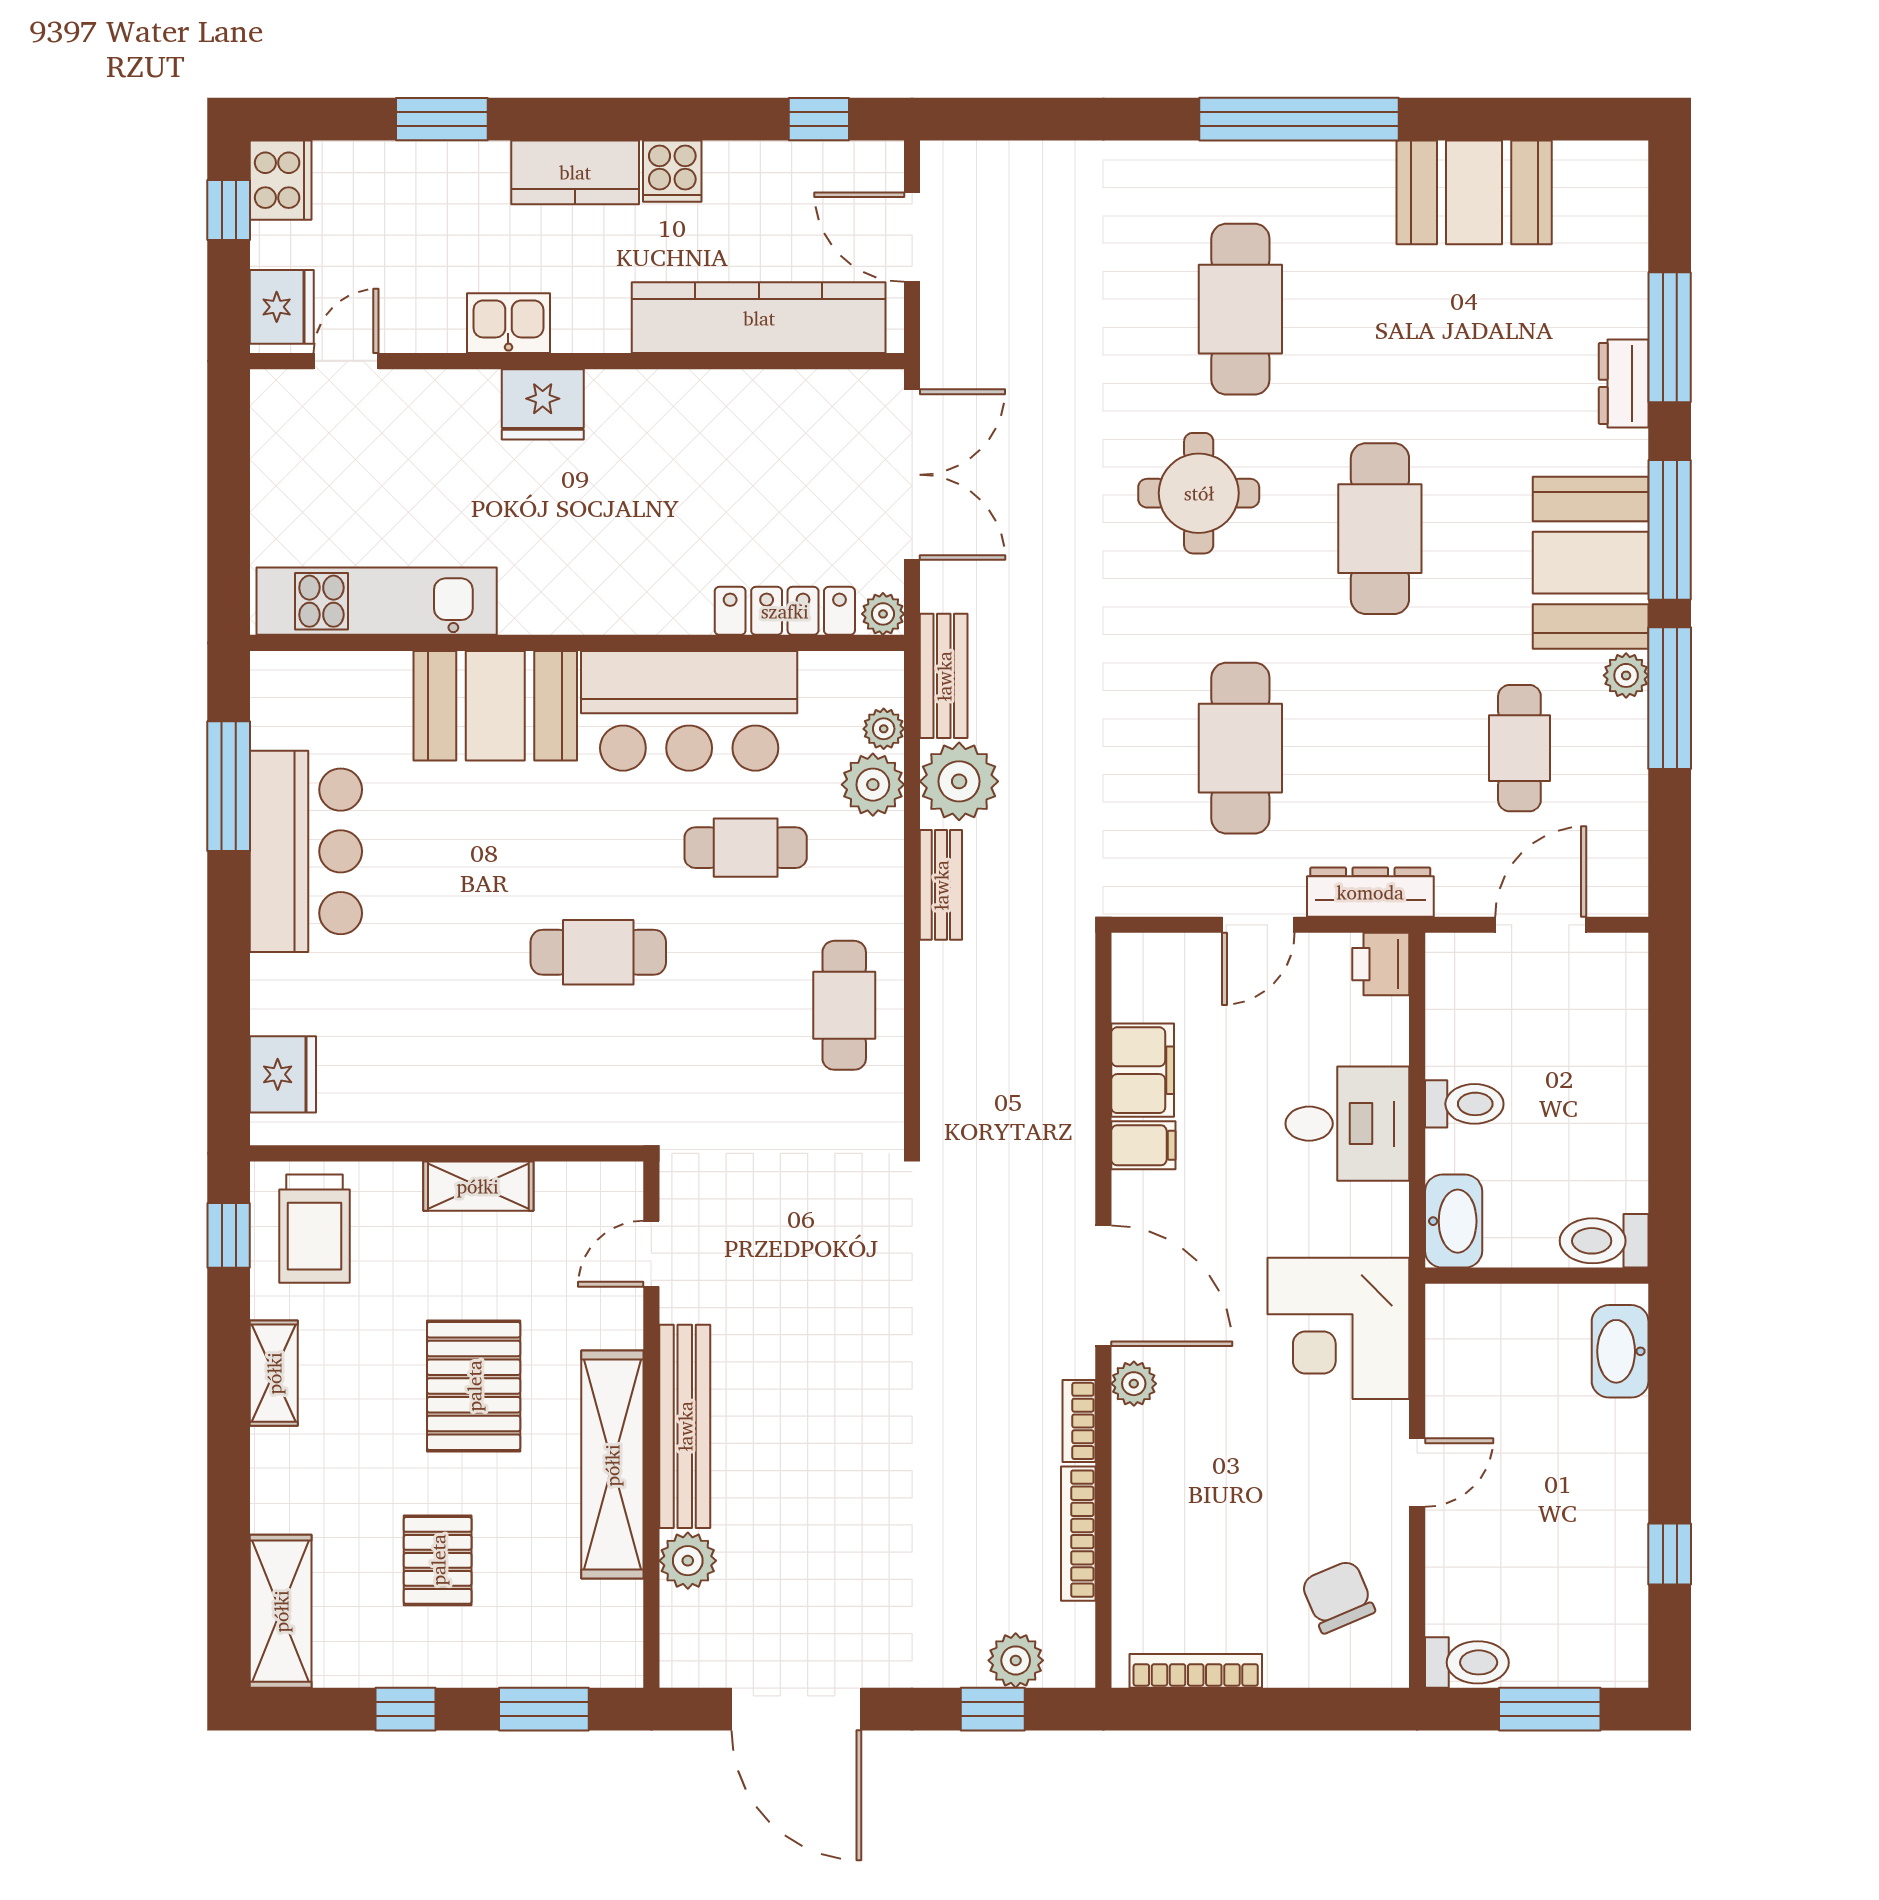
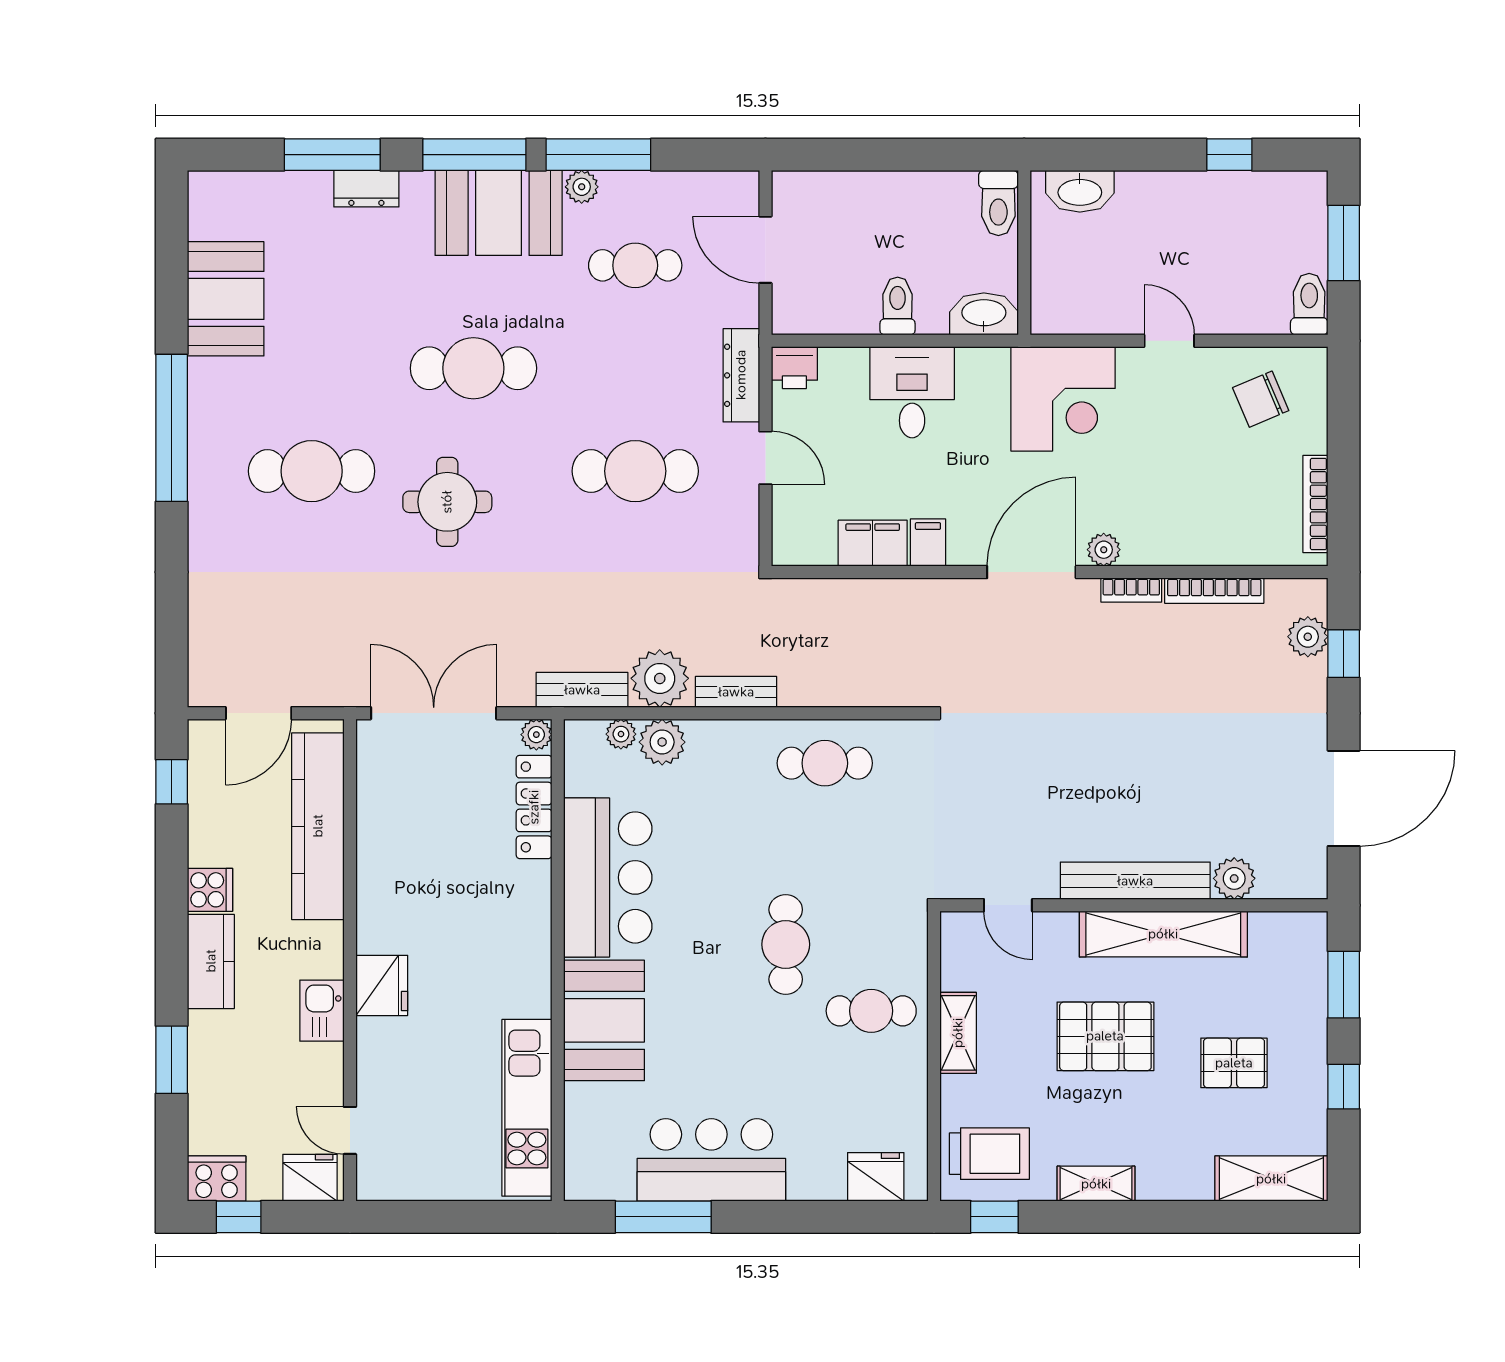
cafe table: (746, 848) -> (871, 1011), moved, turned 90

